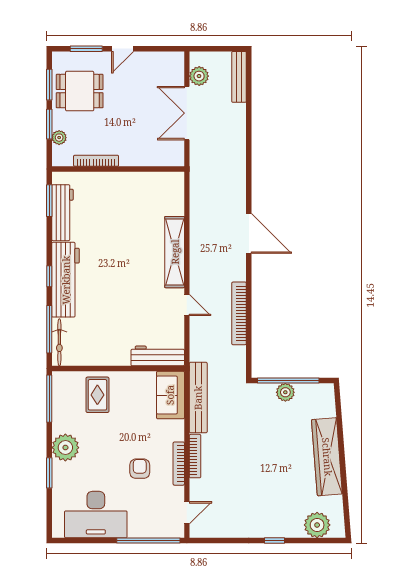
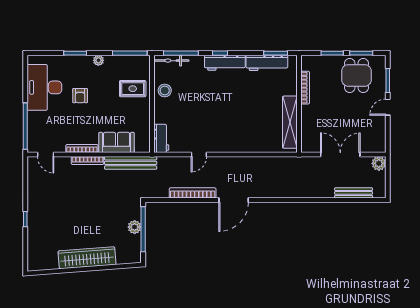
door: (123, 49) -> (388, 107), hinge flipped
plant: (199, 76) -> (379, 163), moved
bench: (239, 77) -> (354, 193), moved
plant: (59, 138) -> (322, 60), removed
door: (249, 233) -> (234, 200), moved
shelving: (175, 252) -> (290, 122), moved, turned 90
workbench: (66, 280) -> (225, 63), width x0.73, depth x0.76
stool: (100, 351) -> (165, 90), added
workbench: (158, 356) -> (161, 138), width x0.73
sofa: (170, 395) -> (117, 142), moved
plant: (65, 448) -> (98, 60), width x0.53, depth x0.53
armchair: (140, 469) -> (80, 96), moved, turned 90
plant: (317, 525) -> (37, 250), removed

